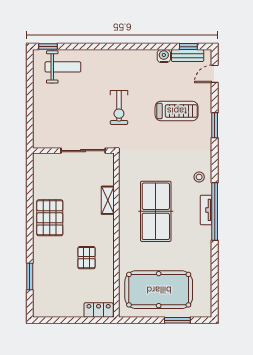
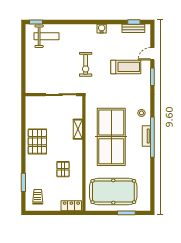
water cooler: (164, 56) -> (102, 29), moved
door: (215, 74) -> (152, 54), moved
table tennis table: (156, 211) -> (111, 137), width x1.36, depth x1.32
trolley: (50, 297) -> (38, 197), added

